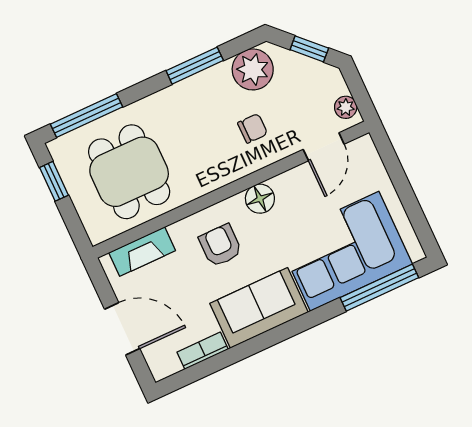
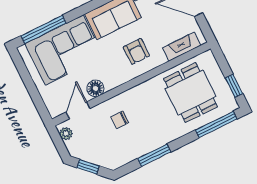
plant: (253, 69) -> (121, 154), removed
floor lamp: (260, 199) -> (95, 88), moved

